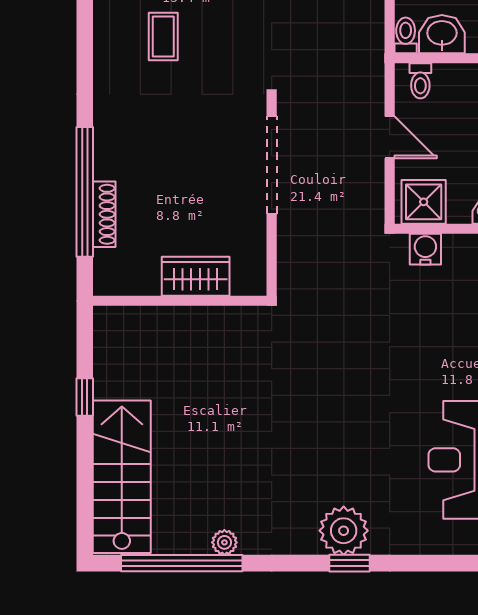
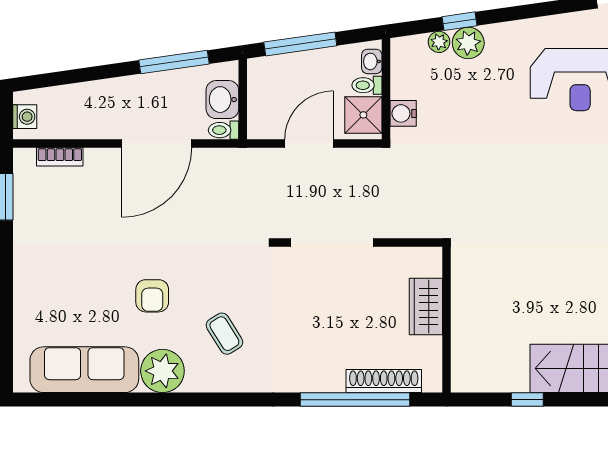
coffee table: (163, 36) -> (224, 334), turned 58
toilet: (420, 81) -> (367, 85), moved, turned 180
door: (390, 137) -> (309, 143), width x1.38
shoe rack: (104, 214) -> (384, 381), width x1.36, depth x1.24

